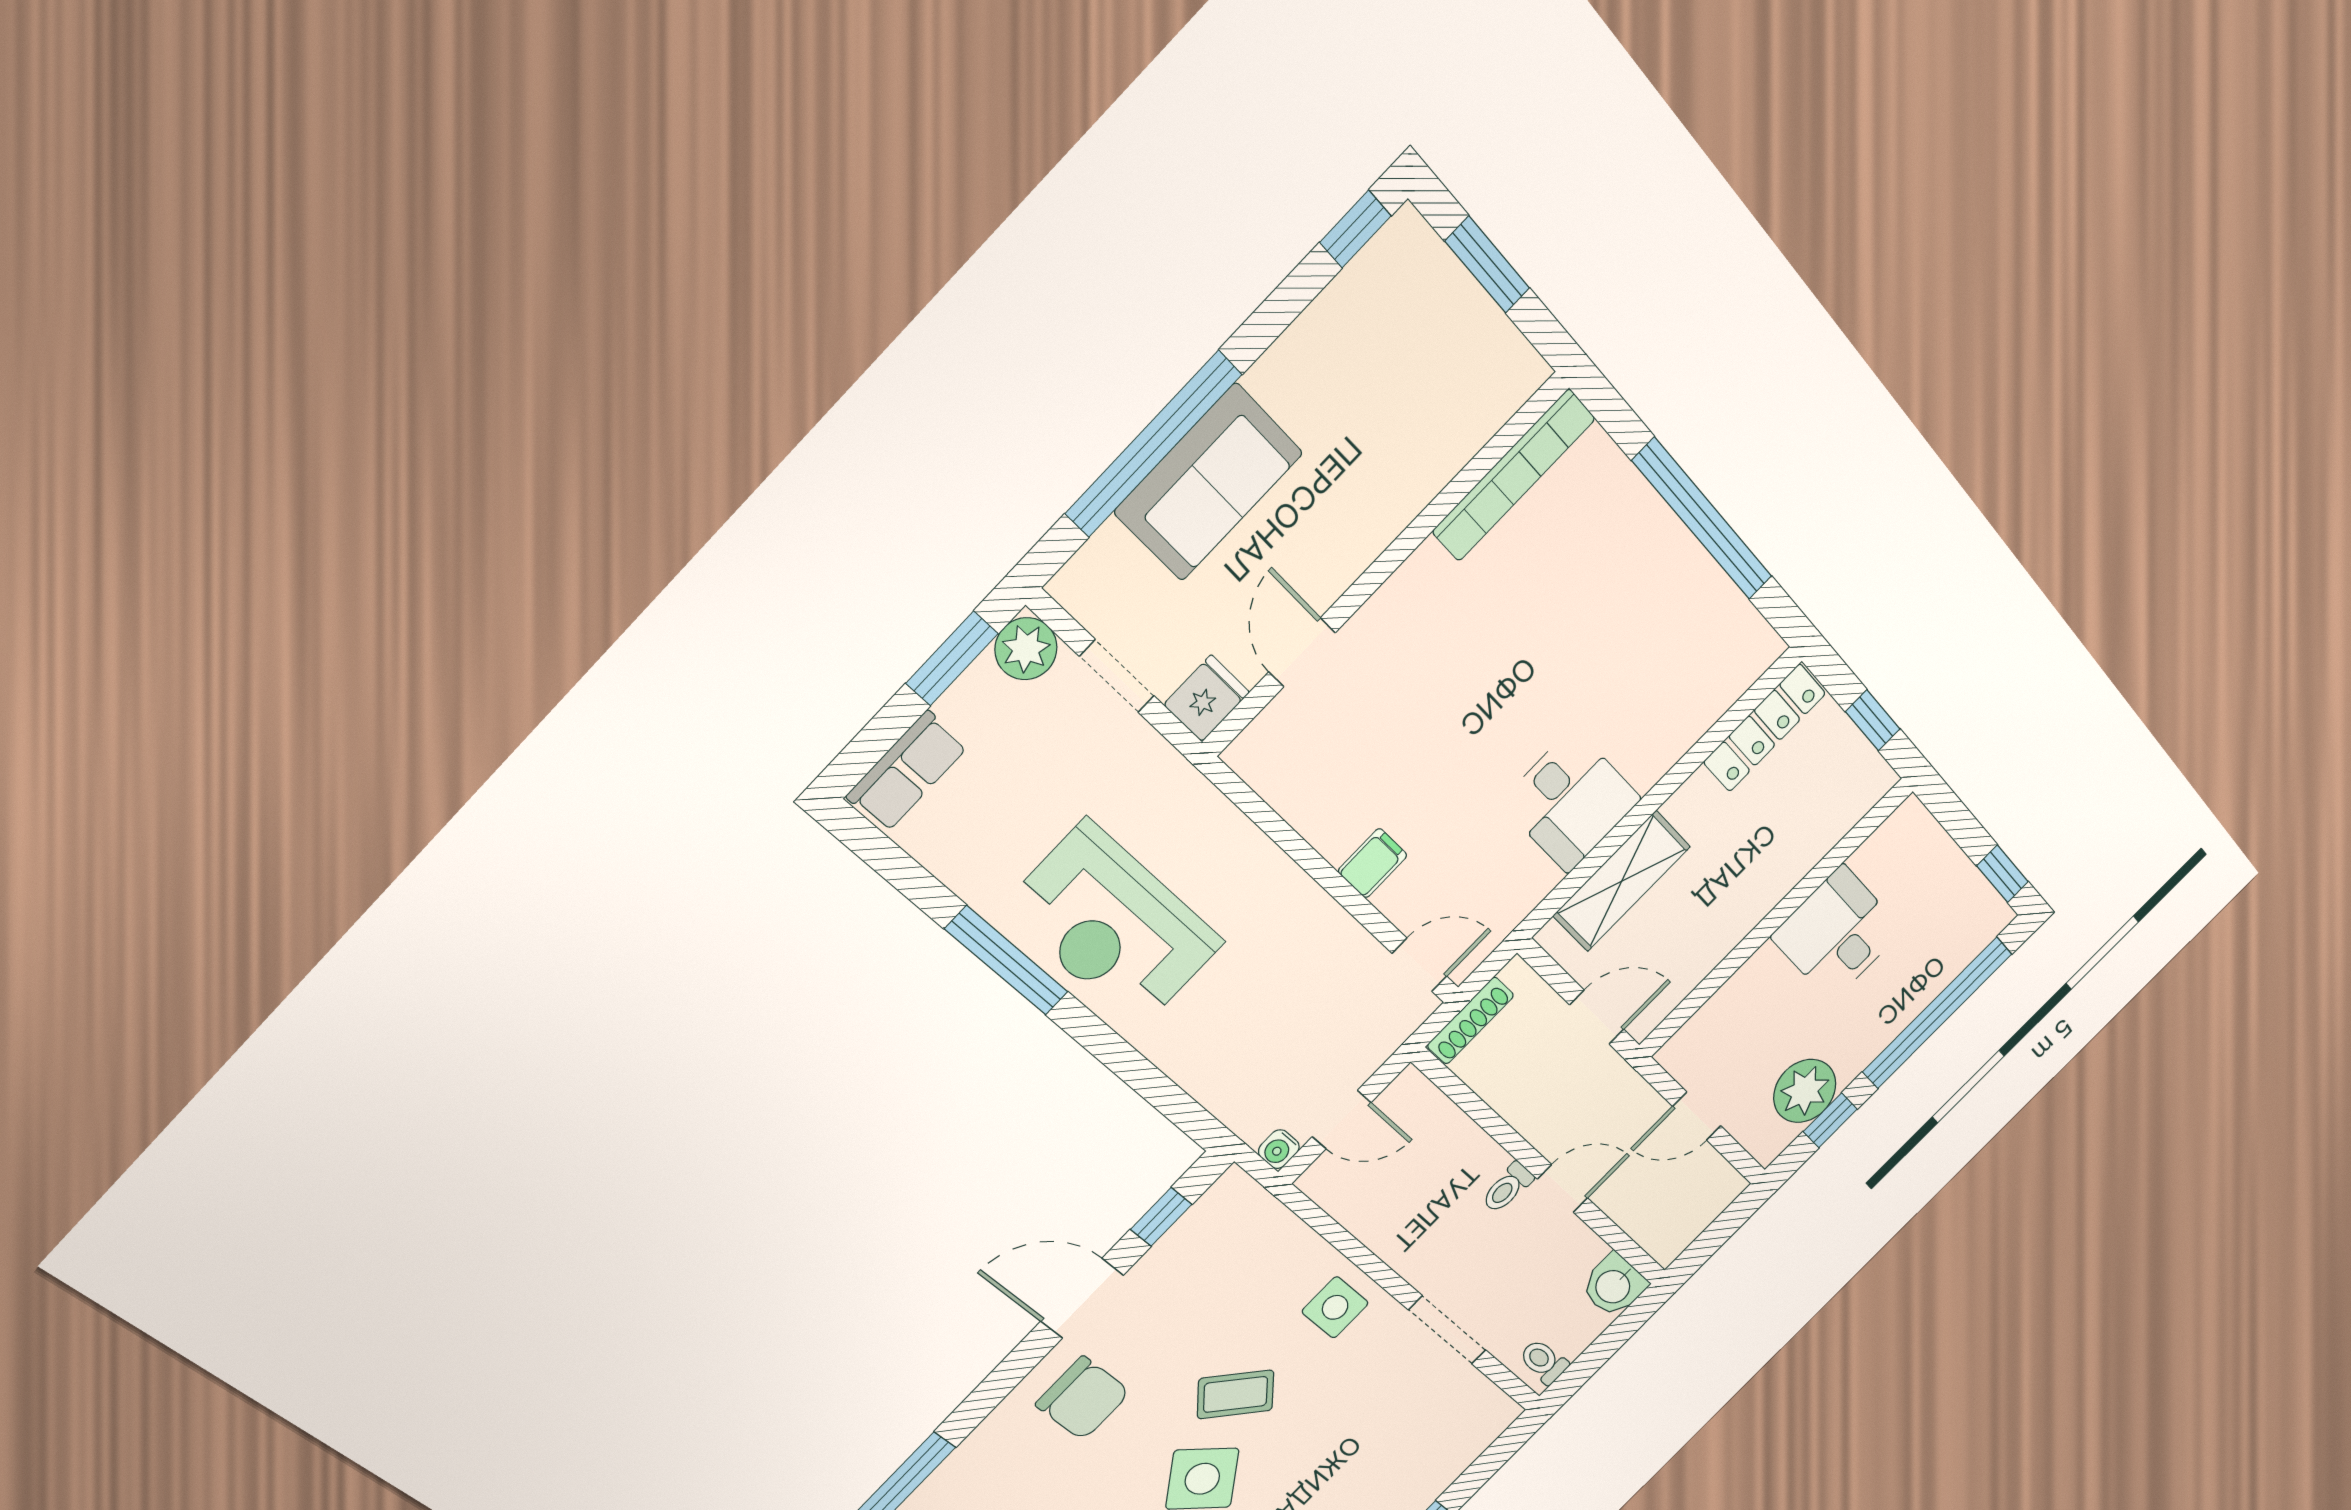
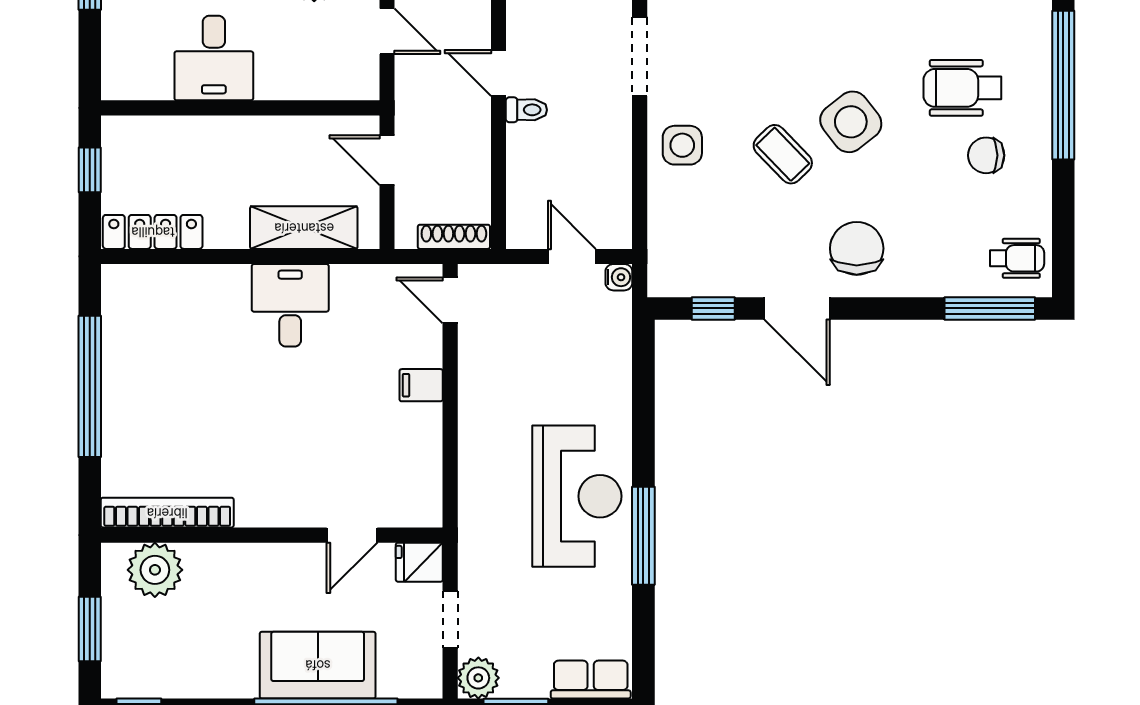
plant: (1474, 402) -> (155, 570), added

